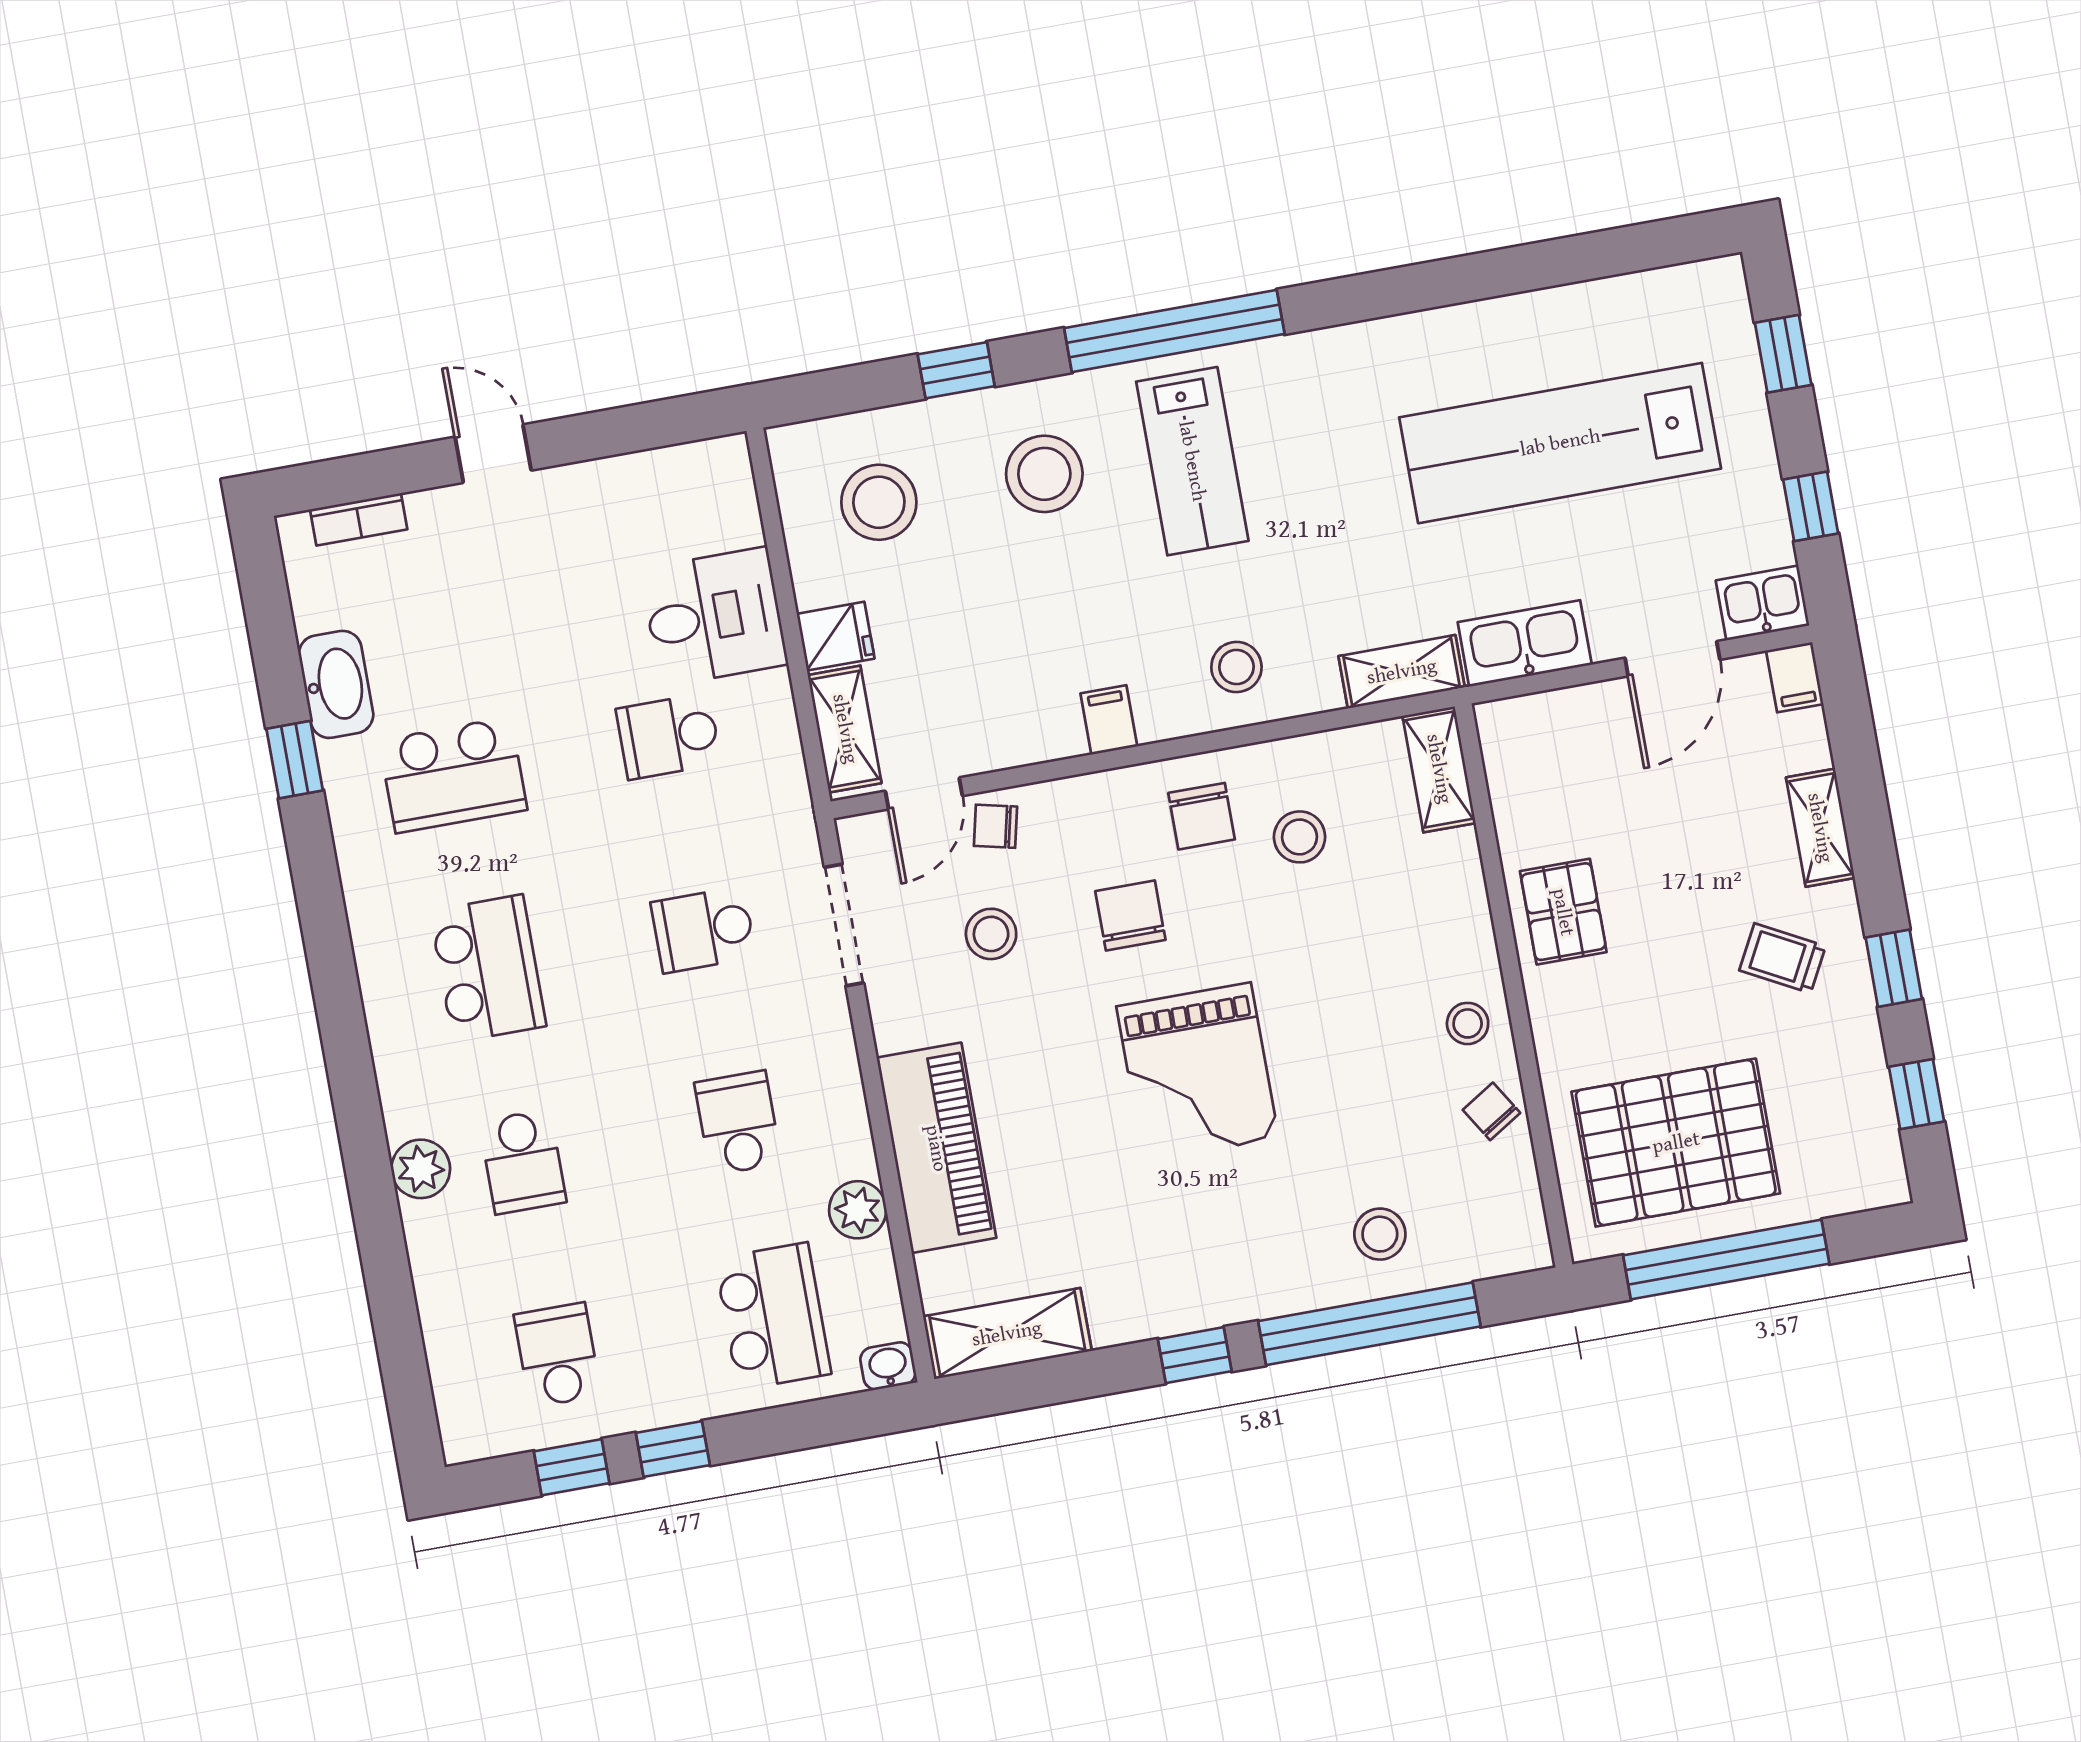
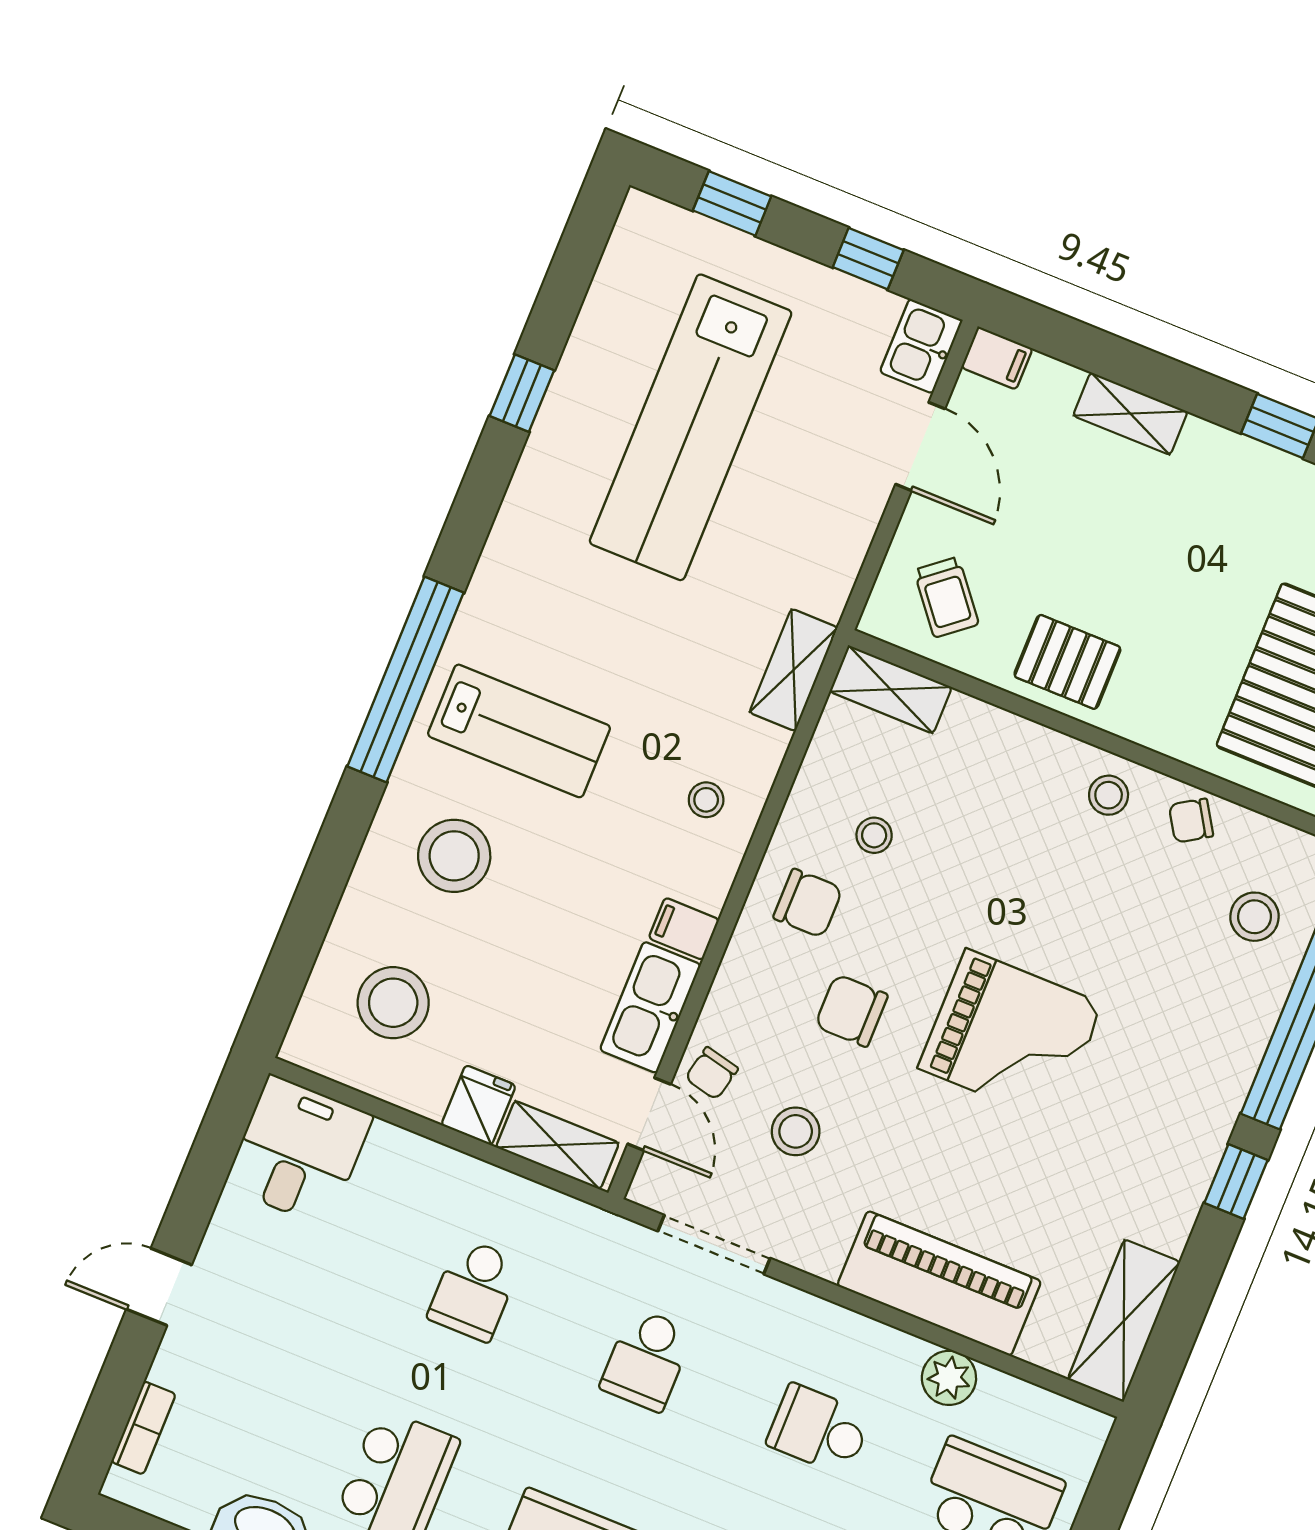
window: (956, 370) -> (522, 393), moved
desk: (714, 617) -> (299, 1151), moved
kitchen sink: (1525, 643) -> (650, 1007), moved
stool: (1236, 667) -> (706, 800), width x0.73, depth x0.73
stool: (1300, 837) -> (874, 835), width x0.73, depth x0.73
trolley: (1783, 958) -> (946, 597), moved, turned -67
stool: (1380, 1234) -> (1254, 917), moved
washbasin: (888, 1366) -> (1089, 1433), removed

